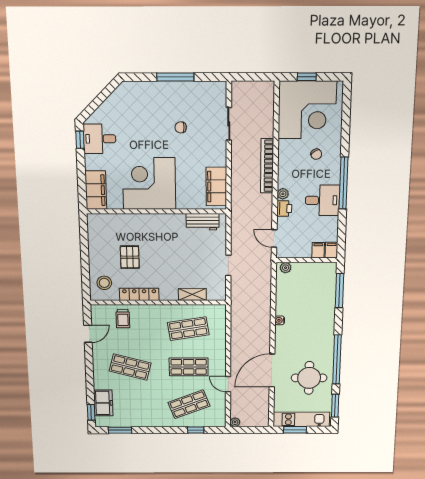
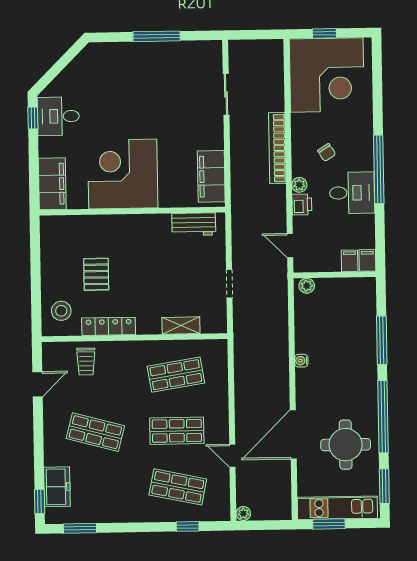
chair: (181, 127) -> (164, 100), removed
chair: (316, 154) -> (327, 152), moved
window: (339, 291) -> (382, 340), moved
shop shelf: (189, 404) -> (178, 487), turned 33

